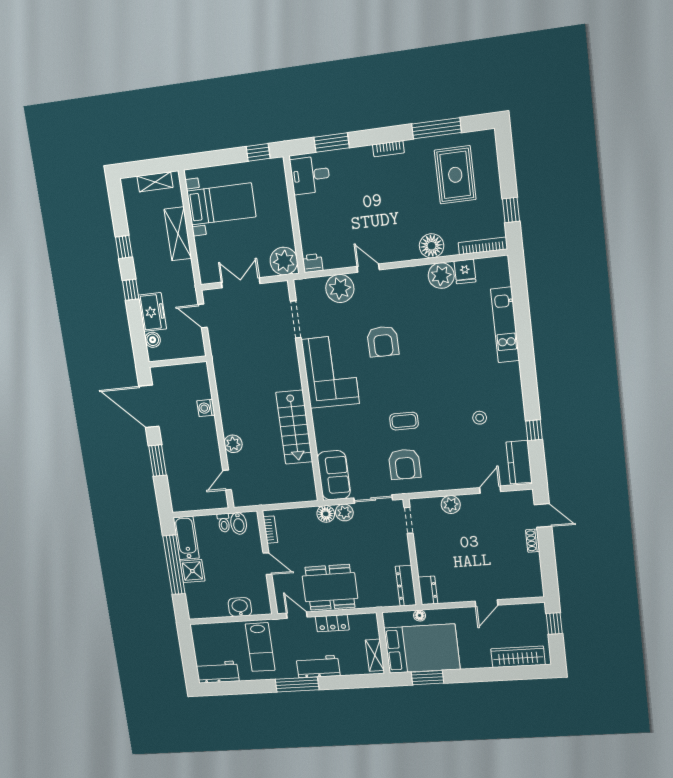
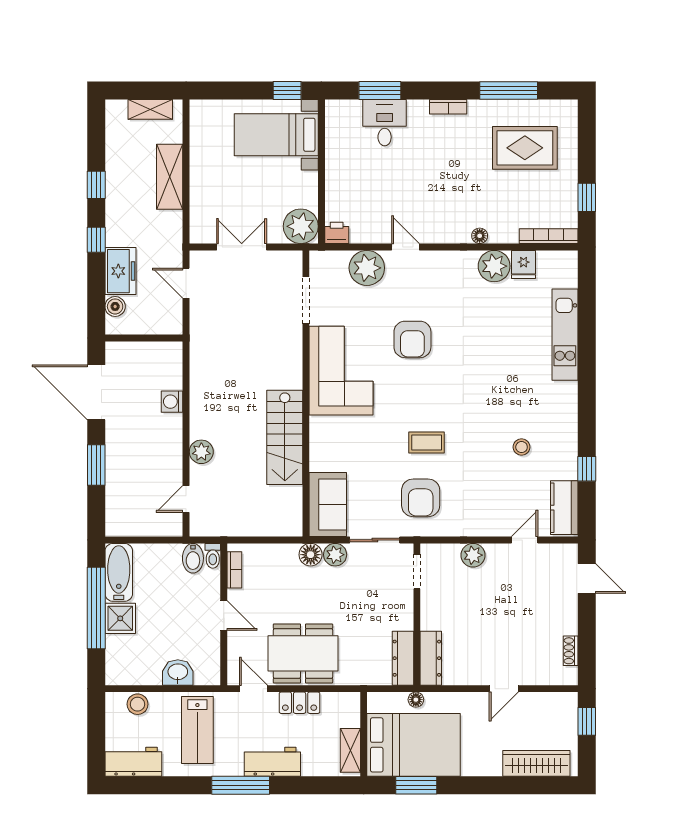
desk: (310, 175) -> (385, 123), moved, turned 90
rug: (455, 175) -> (525, 148), turned 90
bed with nightstands: (221, 204) -> (276, 135), moved, turned 180
floor lamp: (432, 246) -> (480, 236), width x0.53, depth x0.53
toilet: (224, 523) -> (213, 556), moved
shoe rack: (533, 541) -> (571, 651), moved
dresser: (428, 590) -> (431, 658), width x1.44
stool: (214, 631) -> (137, 704), added

